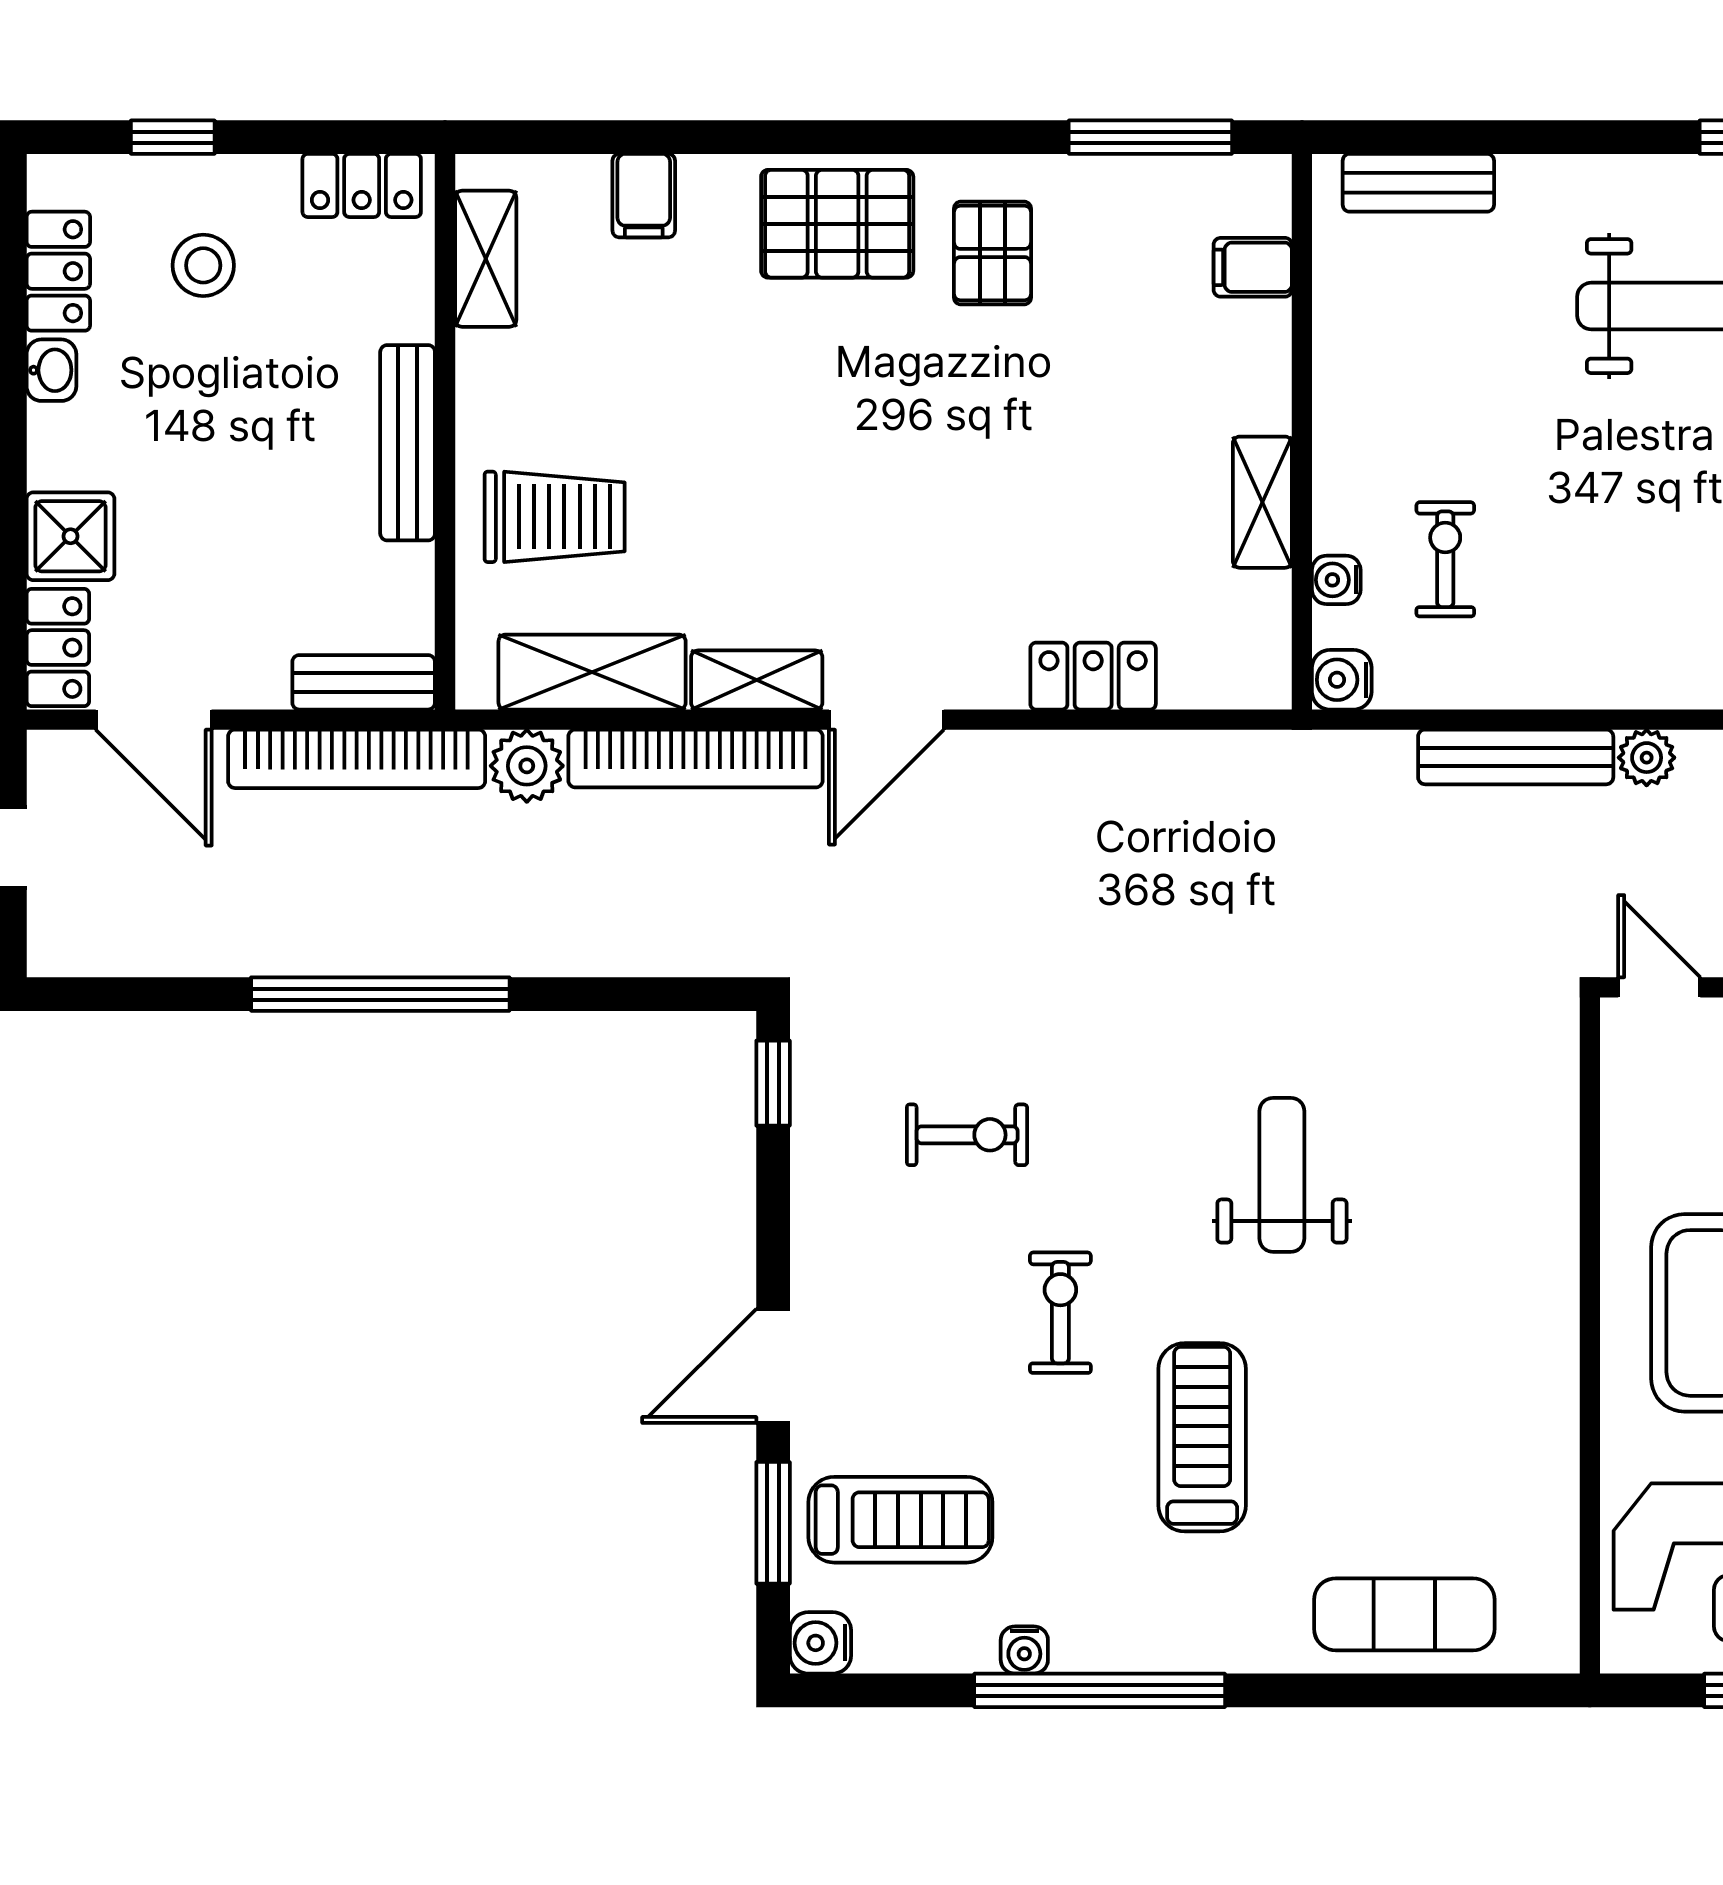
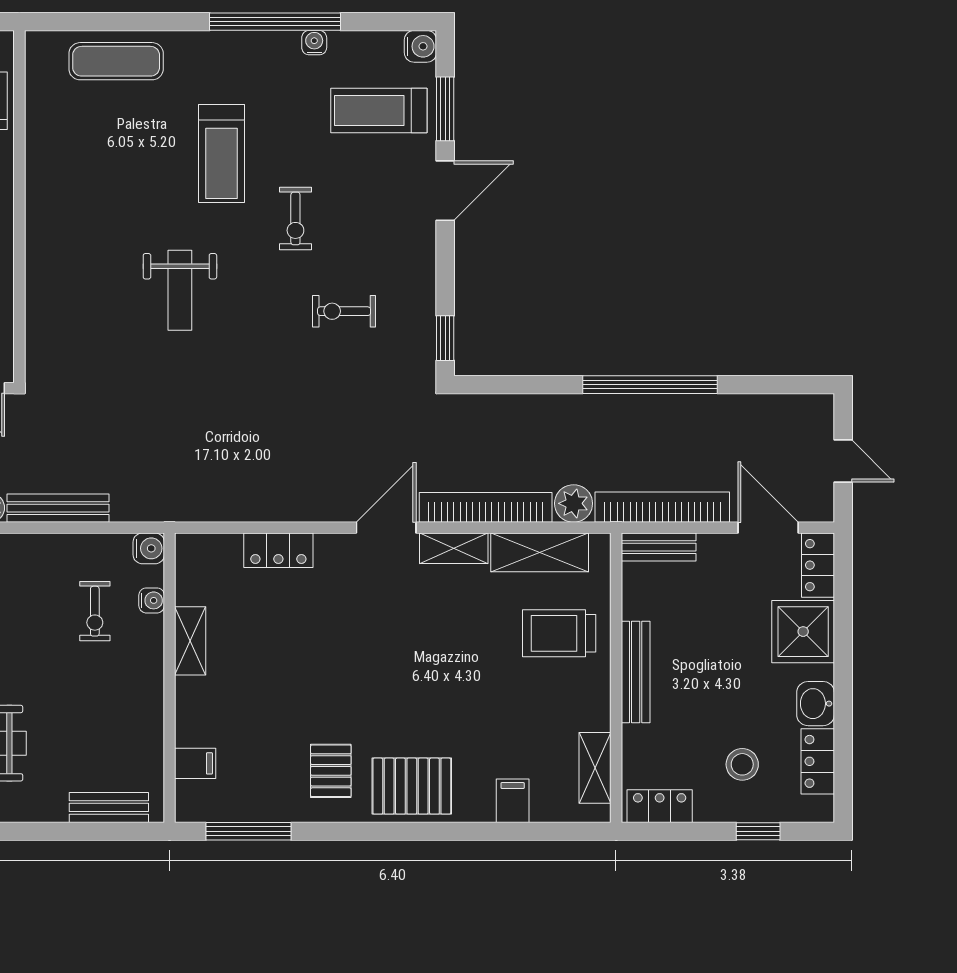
washbasin: (51, 370) -> (816, 704), width x1.38, depth x1.45
shower: (71, 536) -> (803, 632), width x1.36, depth x1.36

